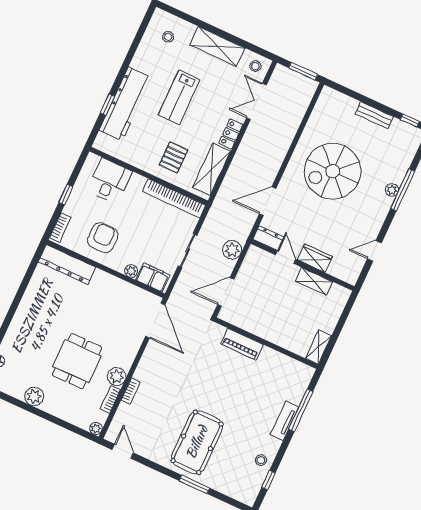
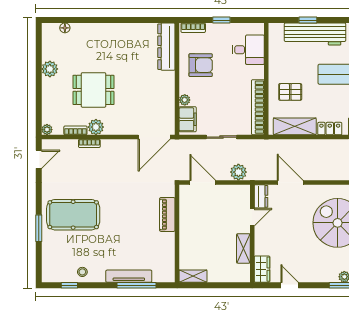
wardrobe: (315, 258) -> (262, 269), moved
tv unit: (284, 421) -> (129, 276), width x1.41

